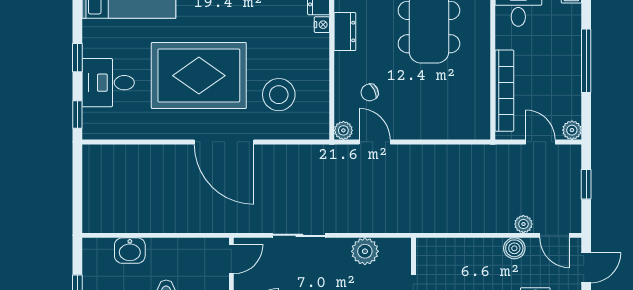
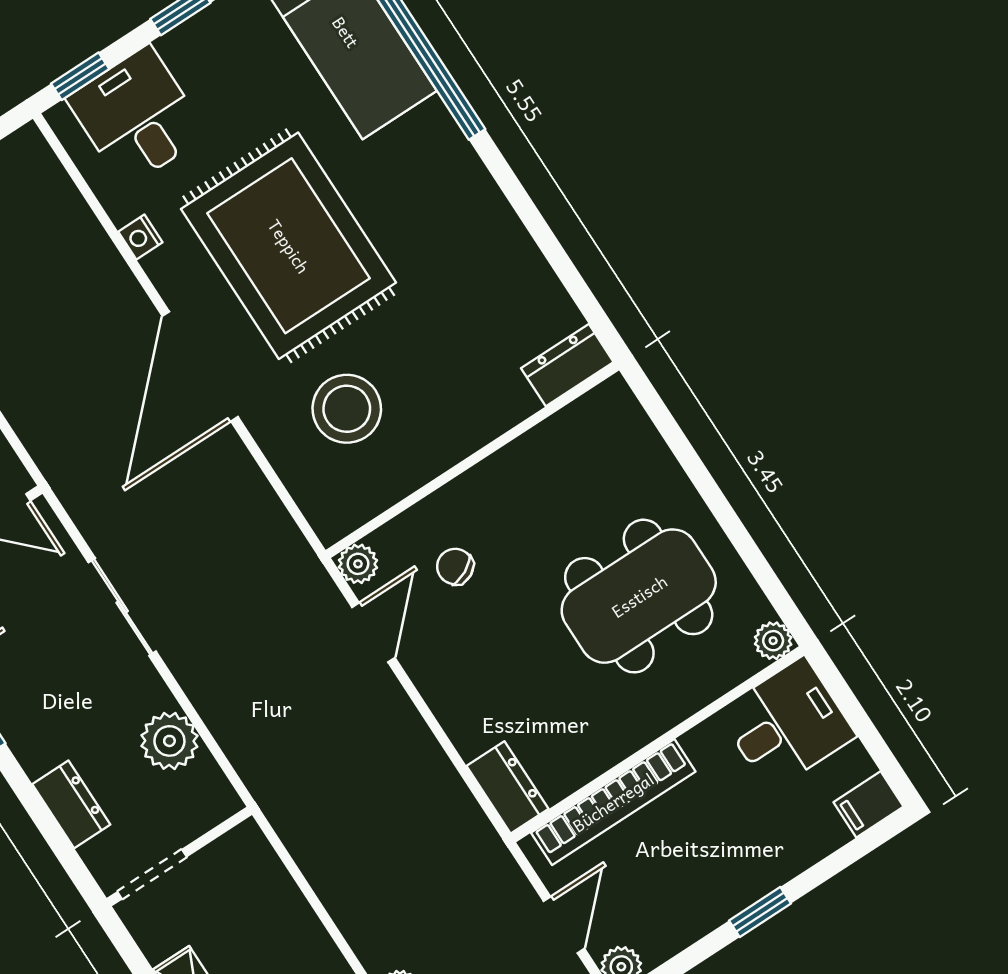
nightstand: (322, 25) -> (140, 237), moved, turned 90
dresser: (345, 32) -> (507, 787), moved, turned -90
window: (586, 61) -> (760, 912), width x0.46
desk: (108, 83) -> (137, 116), moved

